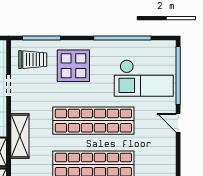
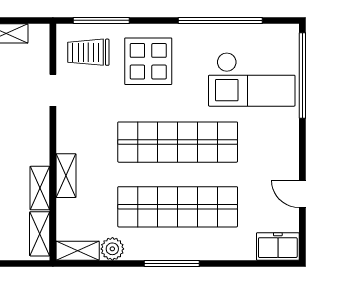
trolley: (33, 60) -> (88, 52), turned 180
door: (178, 123) -> (302, 194), moved
shelving: (20, 136) -> (66, 176), width x0.67, depth x0.75

